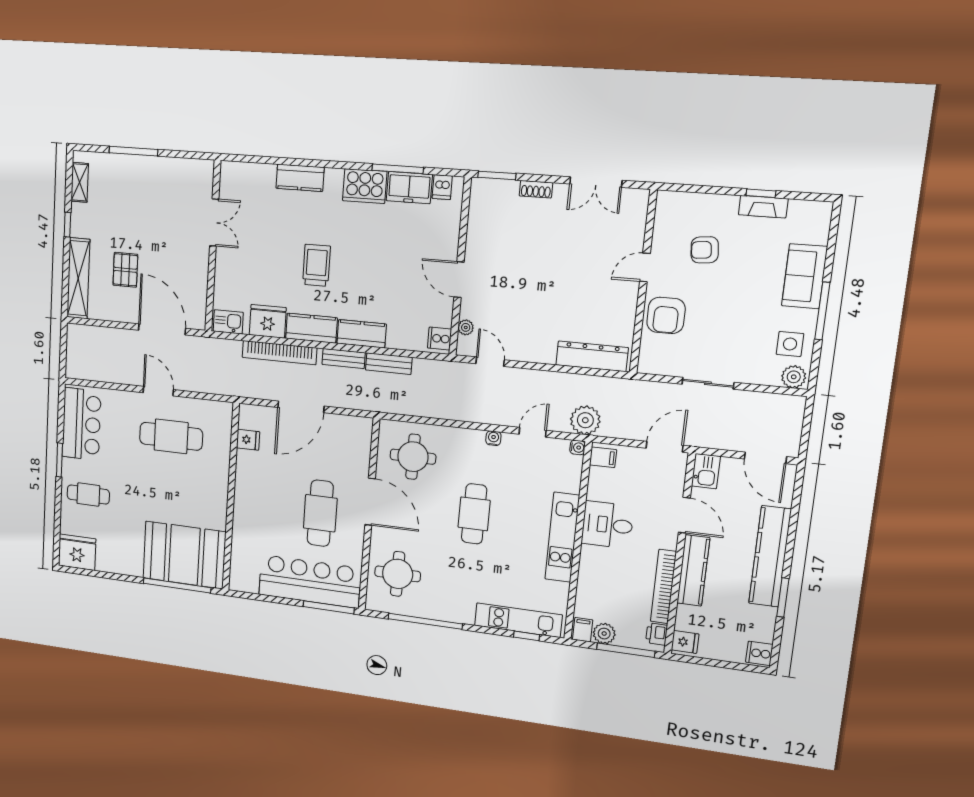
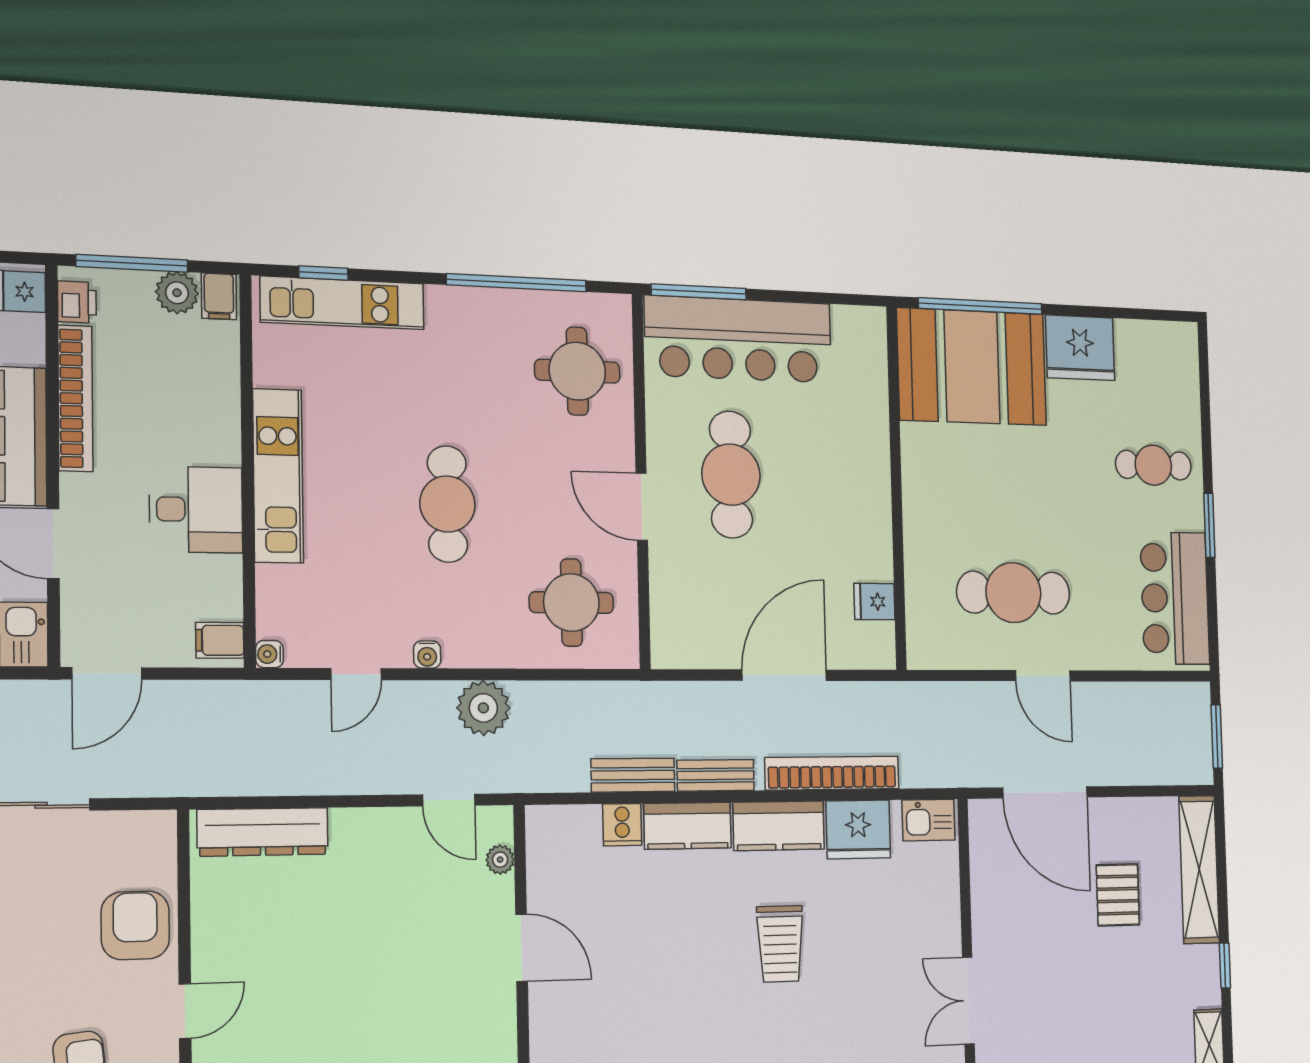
cooker: (440, 339) -> (622, 825), moved, turned 90
window: (63, 348) -> (1217, 736), added
plant: (585, 420) -> (483, 708), moved
door: (370, 502) -> (642, 507), width x0.73
fridge: (77, 552) -> (1080, 348), moved

